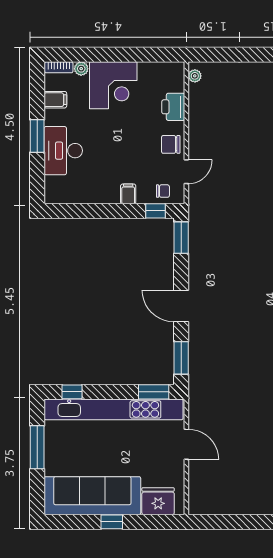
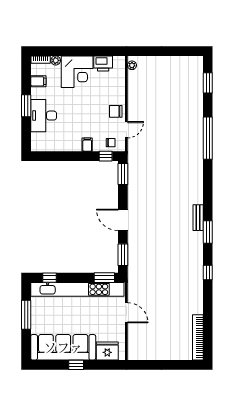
printer: (173, 107) -> (103, 63), moved, turned -90

